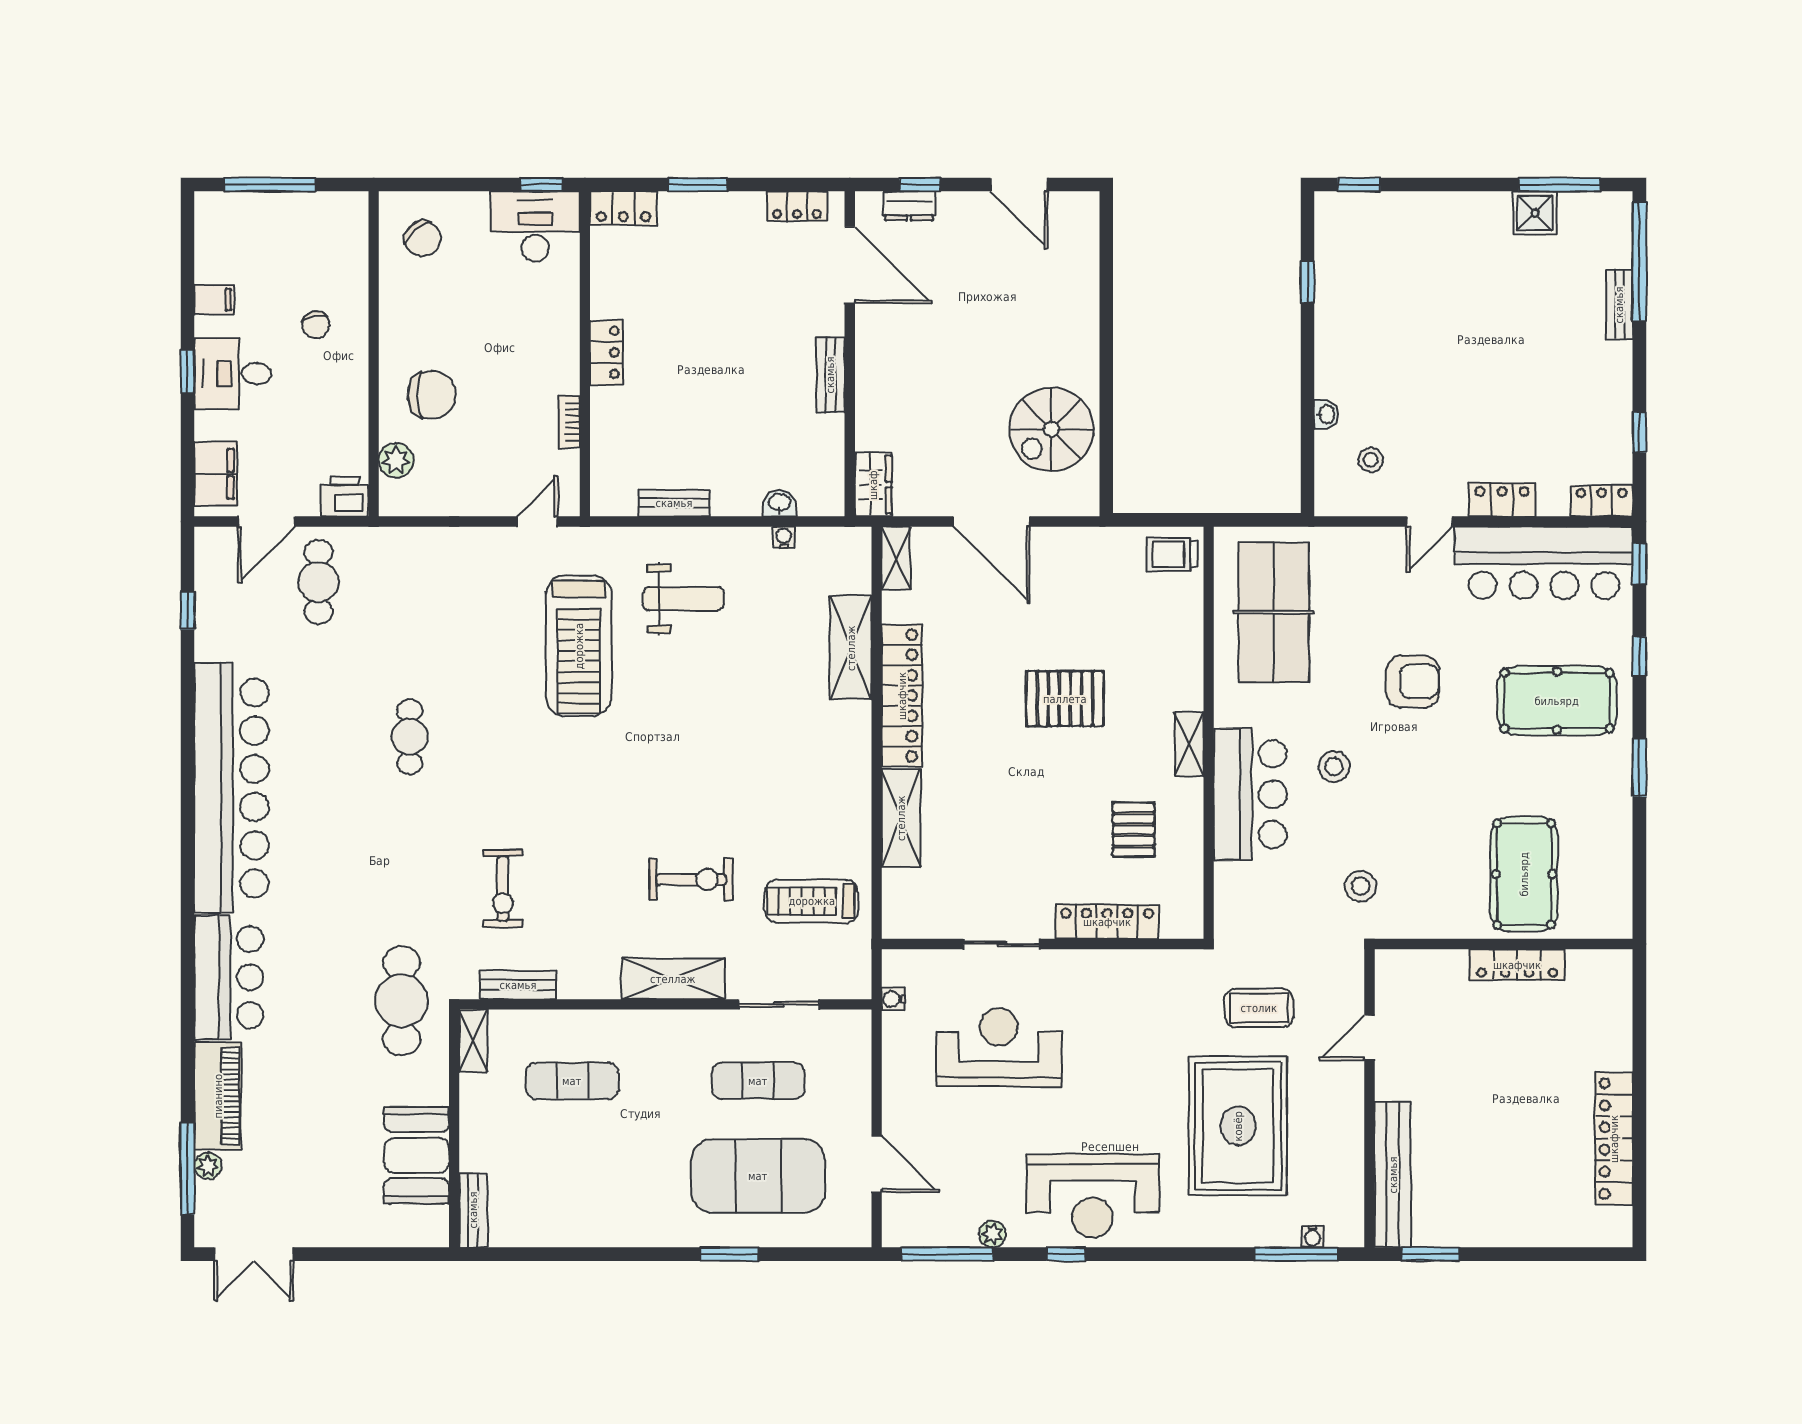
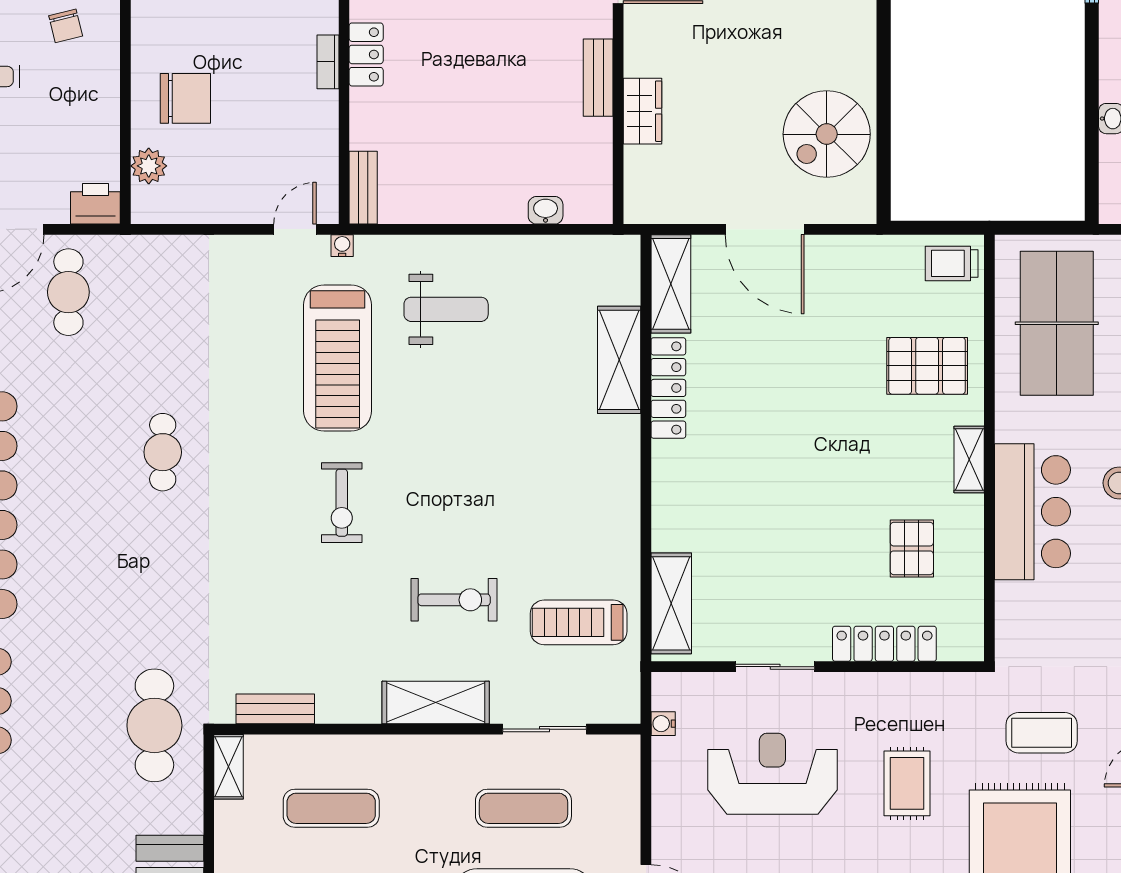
bookcase: (569, 422) -> (328, 62), moved
wardrobe: (873, 485) -> (643, 111), moved
bench: (674, 503) -> (363, 188), moved, turned 90
water cooler: (784, 537) -> (342, 246), moved
shelving: (896, 558) -> (671, 284), width x1.50, depth x1.33
locker: (902, 696) -> (668, 388), width x0.71, depth x0.83
pallet: (1065, 699) -> (927, 366), moved
shelving: (901, 818) -> (671, 603), moved
exercise bike: (503, 889) -> (342, 503), moved
rug: (1129, 1057) -> (907, 783), added

